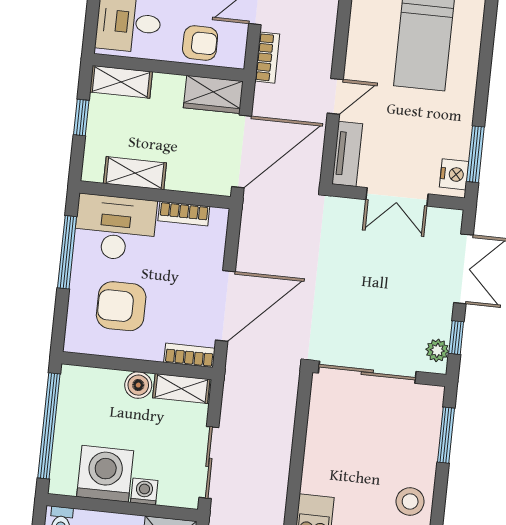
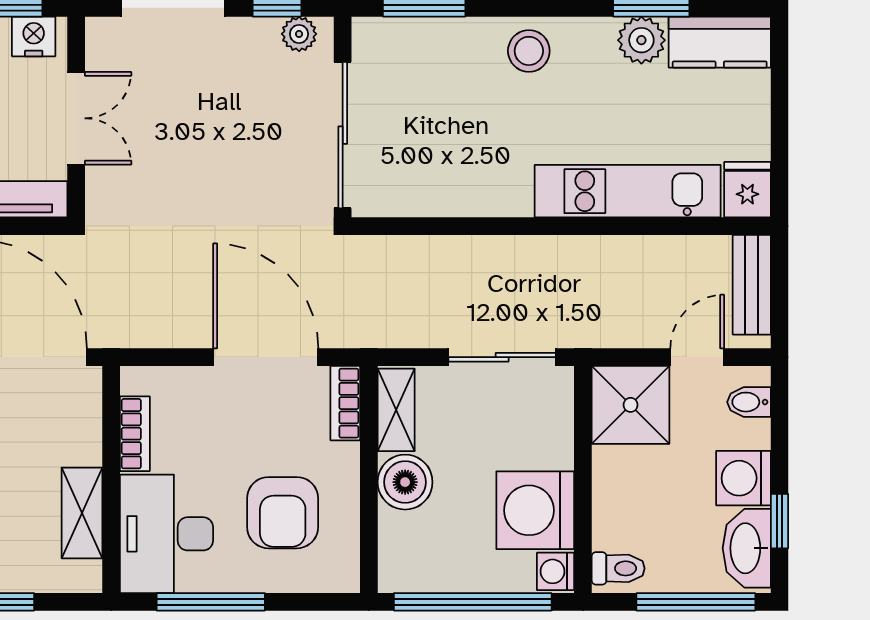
boiler: (138, 385) -> (405, 482), width x1.36, depth x1.36
washing machine: (144, 491) -> (556, 571), moved

